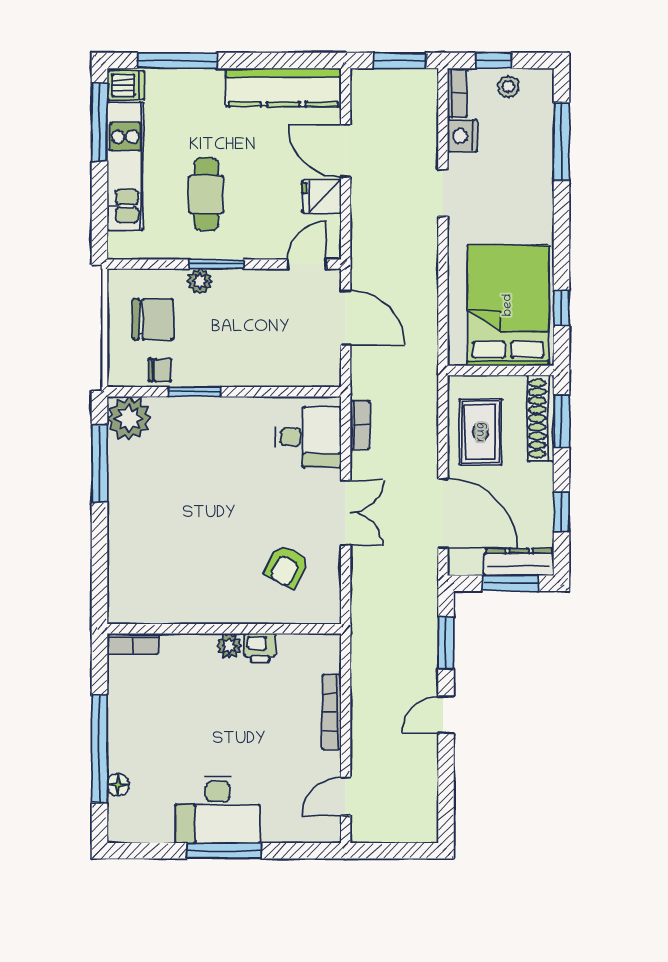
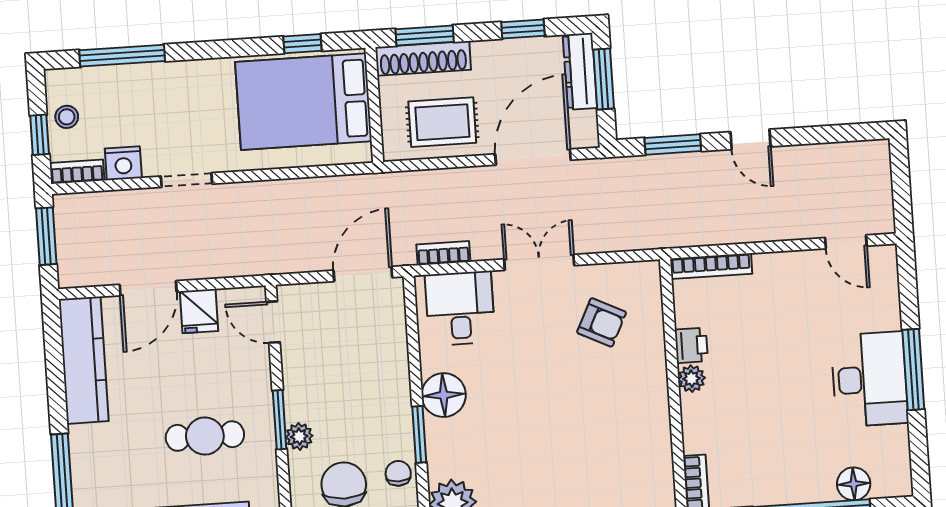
door: (346, 318) -> (363, 274), moved
floor lamp: (229, 417) -> (444, 395), added
bookcase: (332, 712) -> (711, 266), moved
floor lamp: (118, 785) -> (854, 484), width x1.37, depth x1.37

